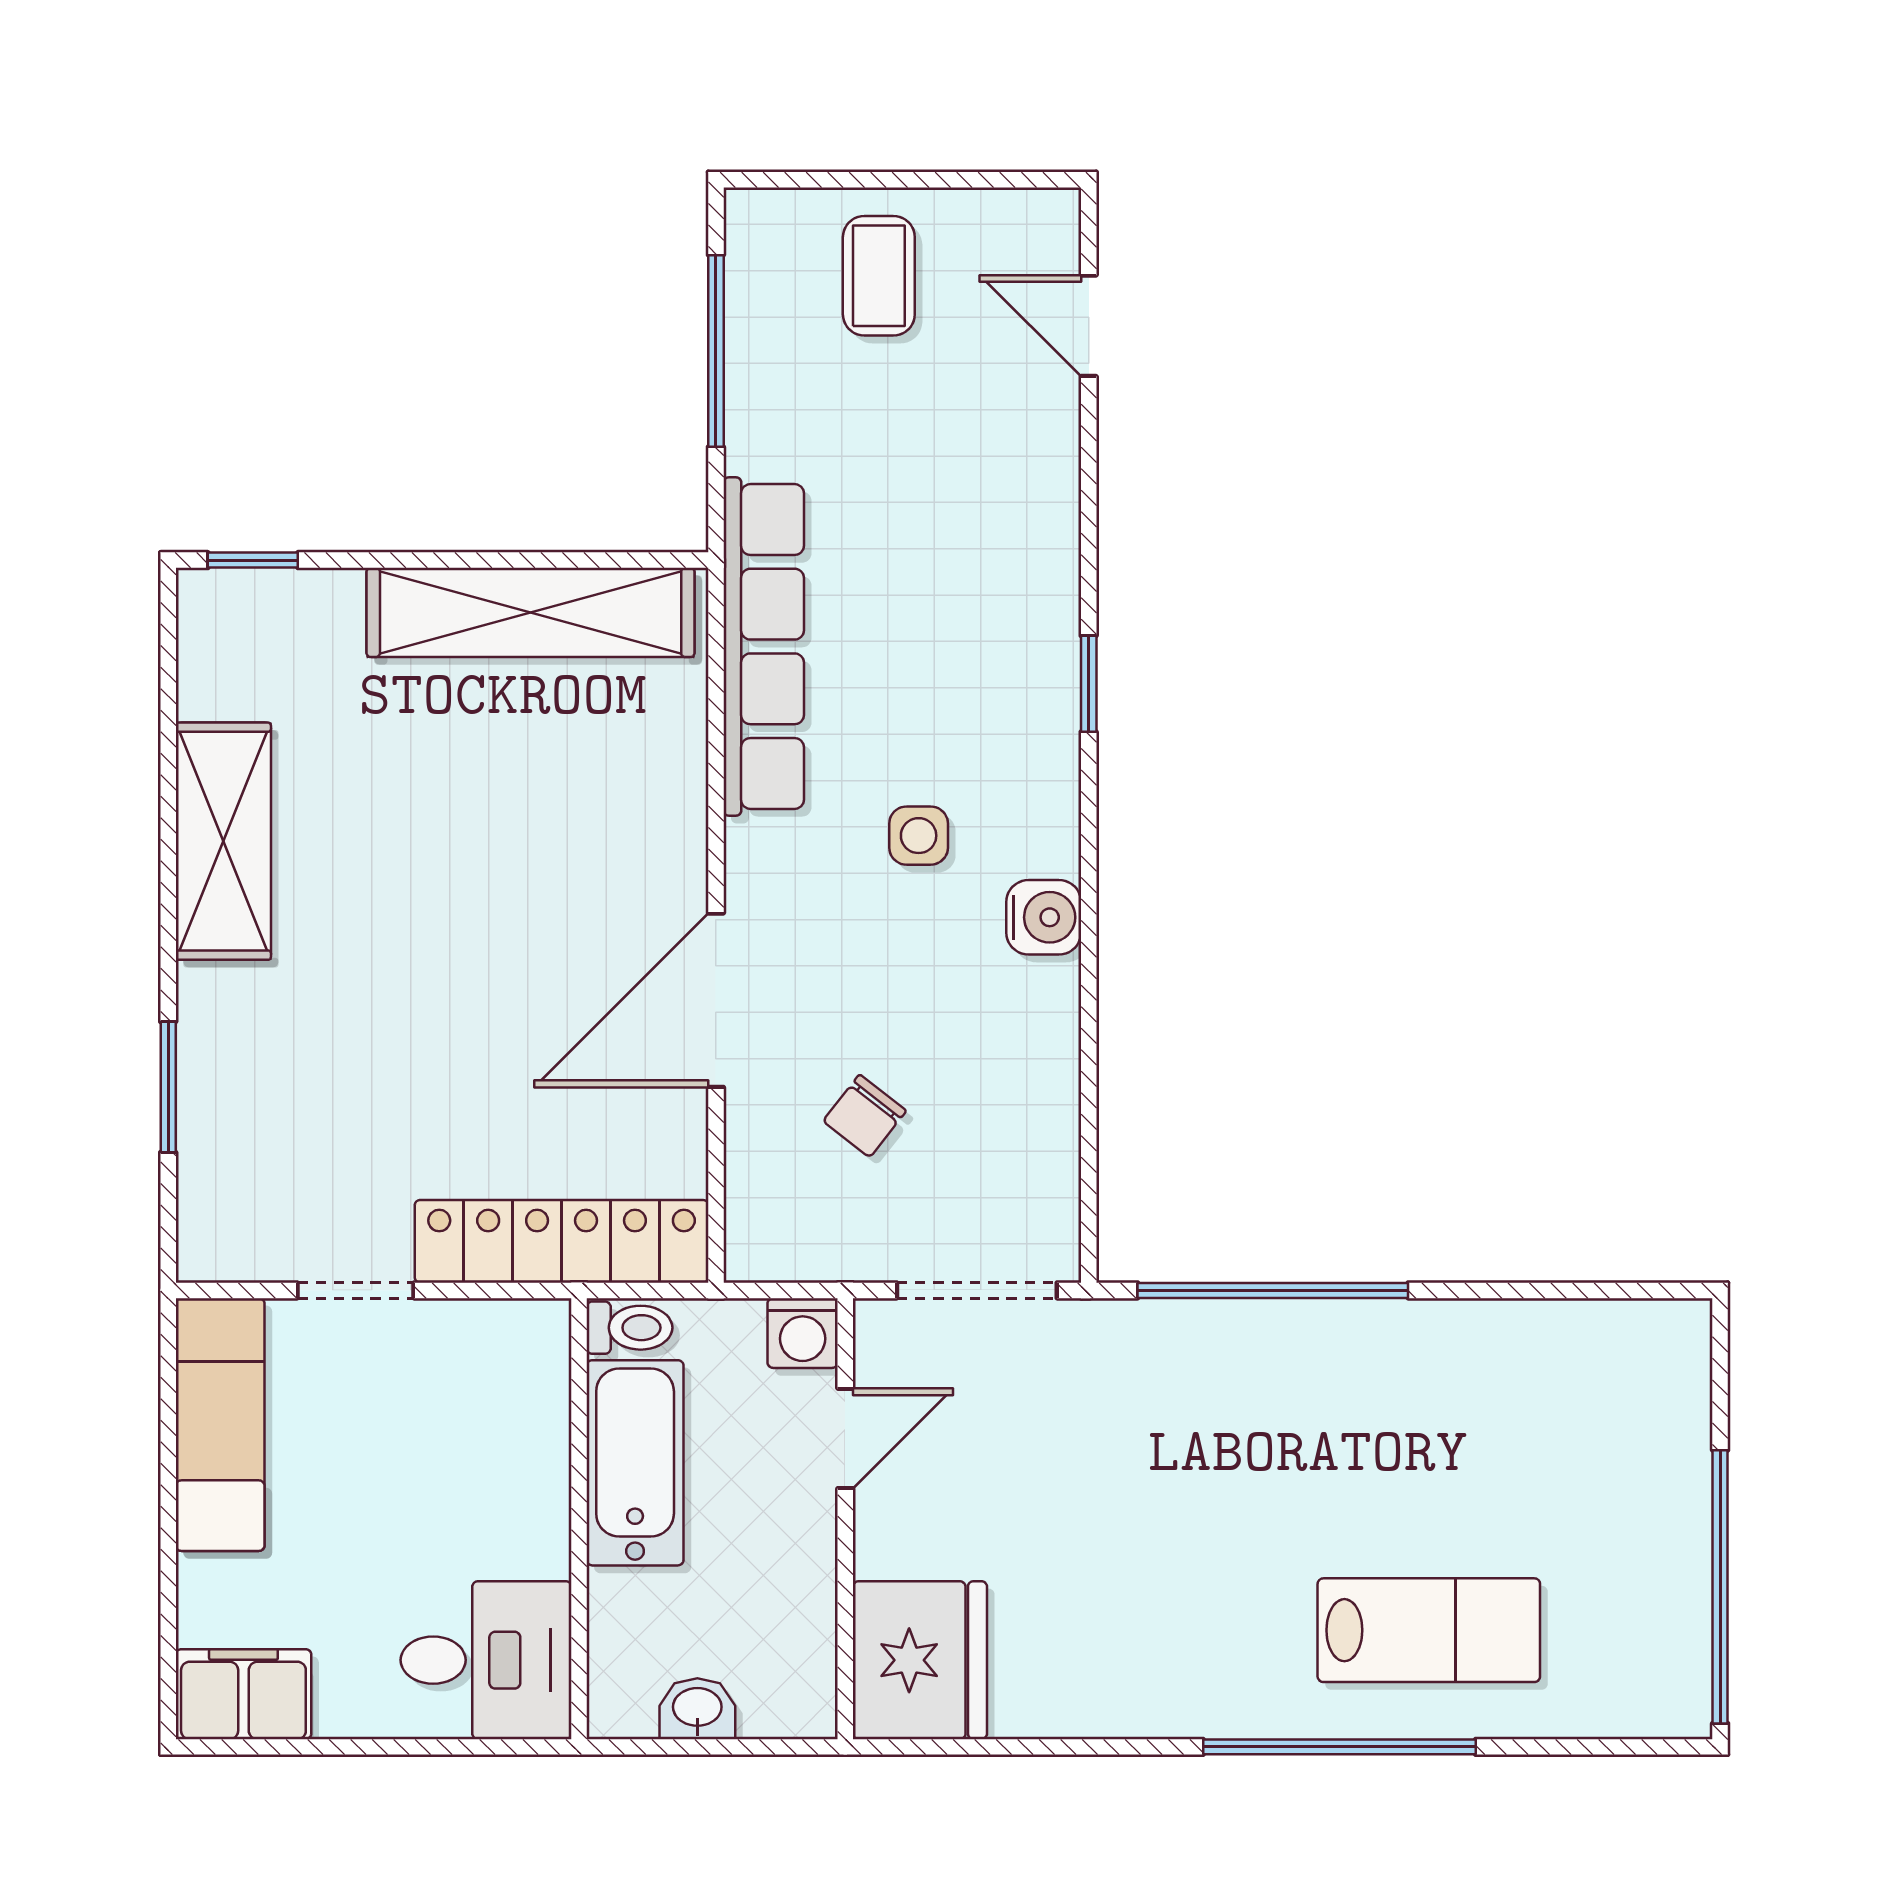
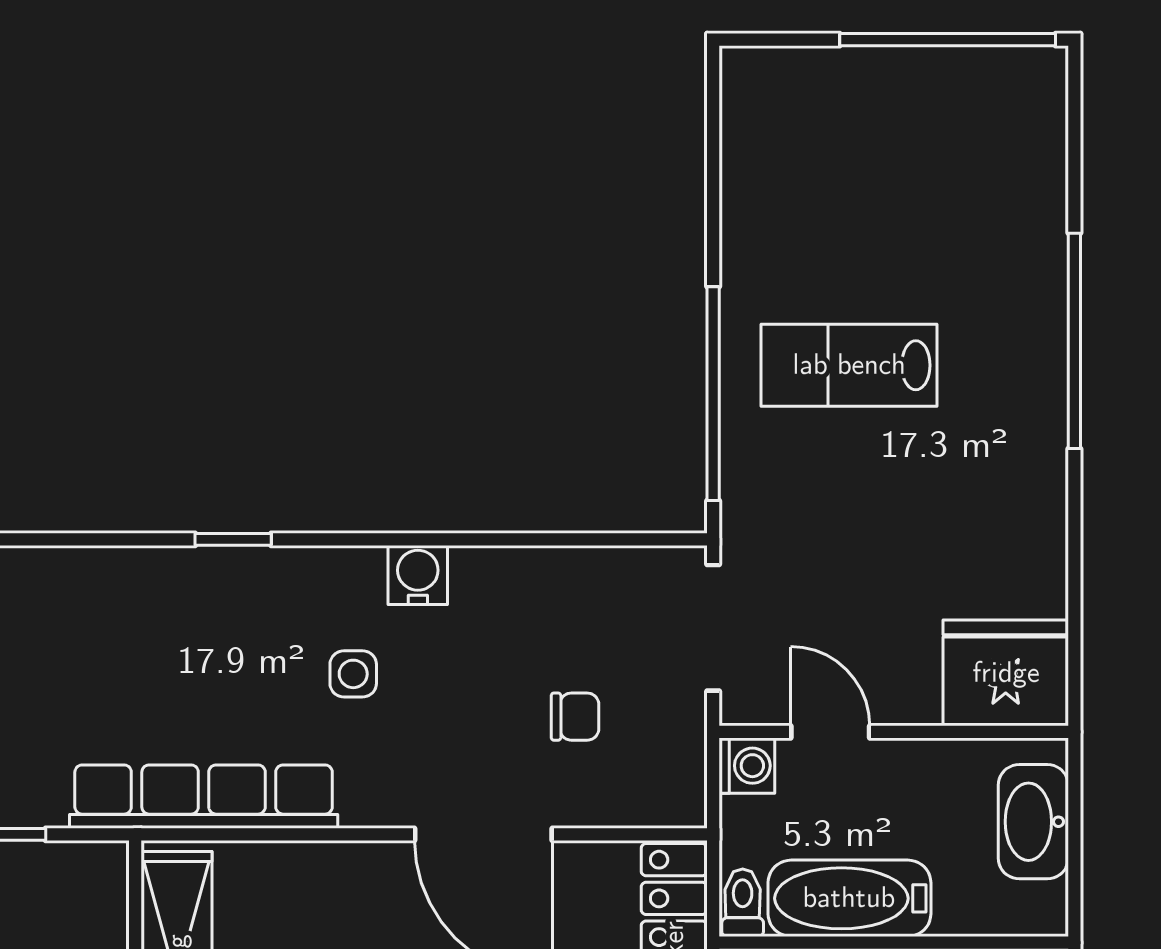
chair: (865, 1116) -> (575, 717), turned -38
lab bench: (1429, 1630) -> (849, 365), moved, turned -90
washbasin: (697, 1709) -> (1033, 822), width x1.91, depth x1.45

